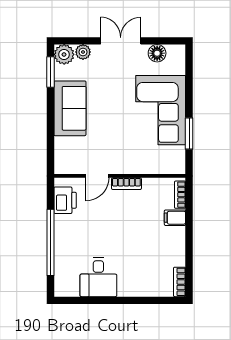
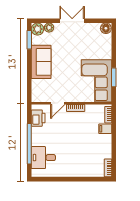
floor lamp: (157, 53) -> (106, 28), moved
corner sofa: (161, 110) -> (96, 81), moved
desk: (98, 277) -> (43, 158), moved, turned 90

